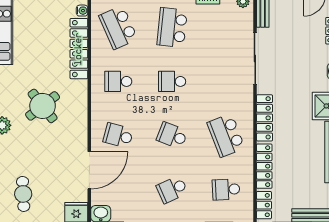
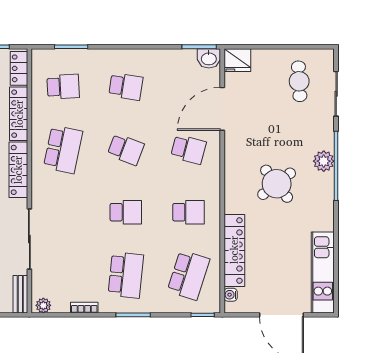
school desk: (118, 27) -> (188, 275), turned 42
school desk: (226, 135) -> (63, 149), turned 33
school desk: (172, 189) -> (126, 87), turned 33

